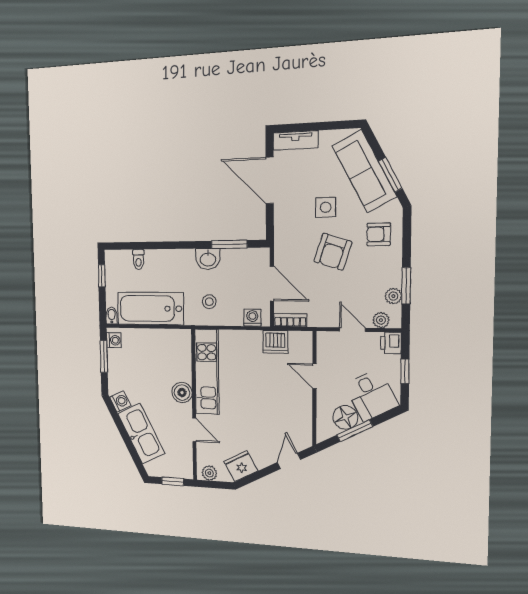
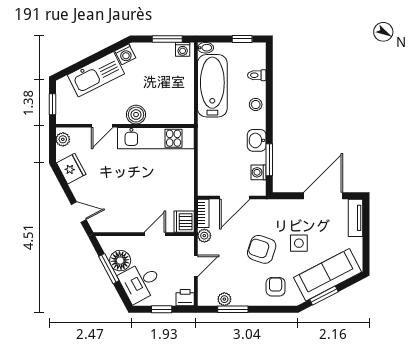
stool: (209, 302) -> (256, 104), moved
washing machine: (252, 318) -> (258, 172), moved, turned 180
plant: (381, 320) -> (204, 236), moved
dishwasher: (275, 342) -> (184, 222), moved

